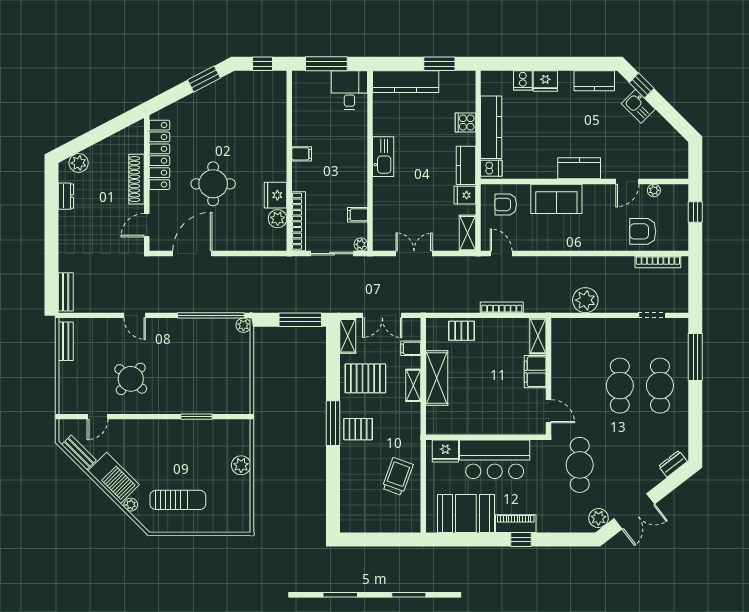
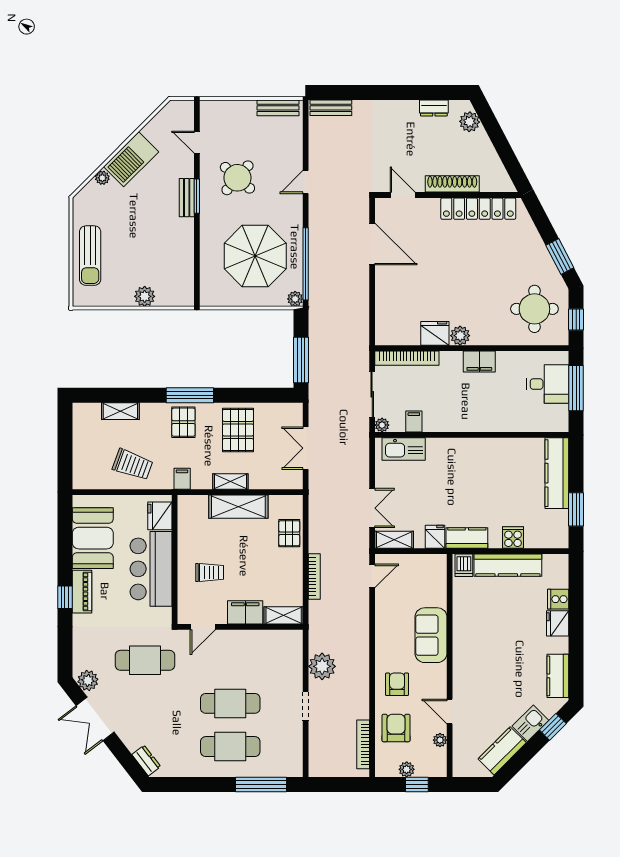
desk: (349, 90) -> (548, 384), moved
filing cabinet: (302, 154) -> (479, 361), width x2.00
kitchen sink: (383, 157) -> (404, 449), moved
kitchen counter: (579, 168) -> (502, 751), moved, turned -135
round table: (213, 184) -> (534, 309), moved
armchair: (506, 204) -> (397, 684), moved
plant: (278, 219) -> (460, 336), moved
plant: (681, 222) -> (407, 769), added
double door: (414, 254) -> (372, 508), moved
doorway: (652, 315) -> (306, 706), moved
shelving: (348, 336) -> (120, 411), moved
filing cabinet: (411, 348) -> (182, 479), moved
parasol: (204, 362) -> (255, 256), added
trolley: (498, 405) -> (210, 572), added
window: (196, 417) -> (197, 196), moved
bench: (79, 452) -> (187, 198), moved, turned -45
sun lounger: (178, 500) -> (90, 256), moved

